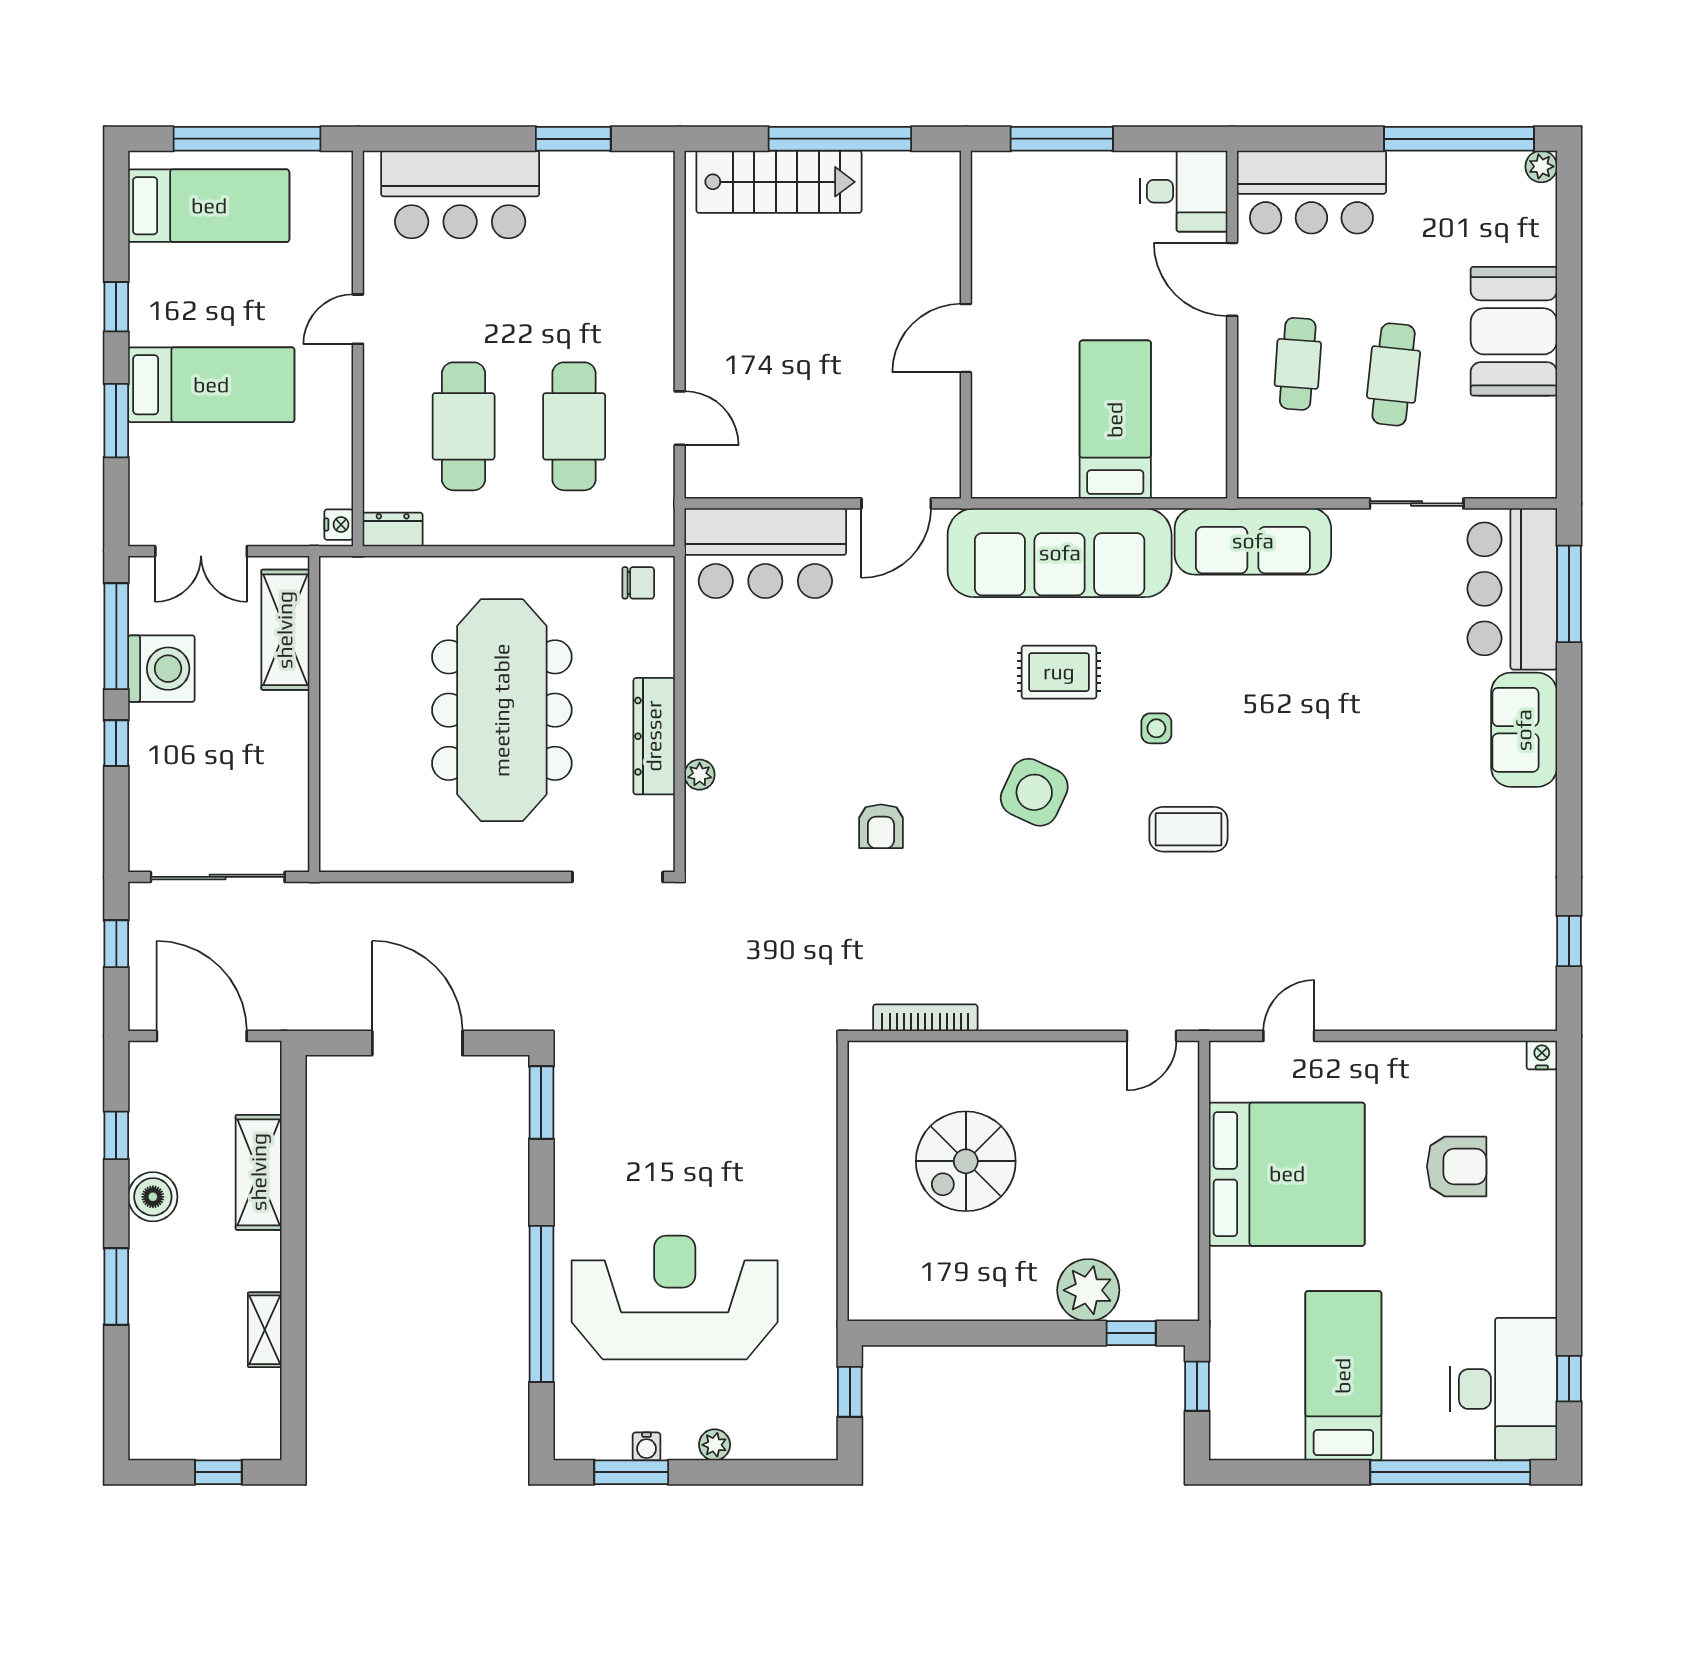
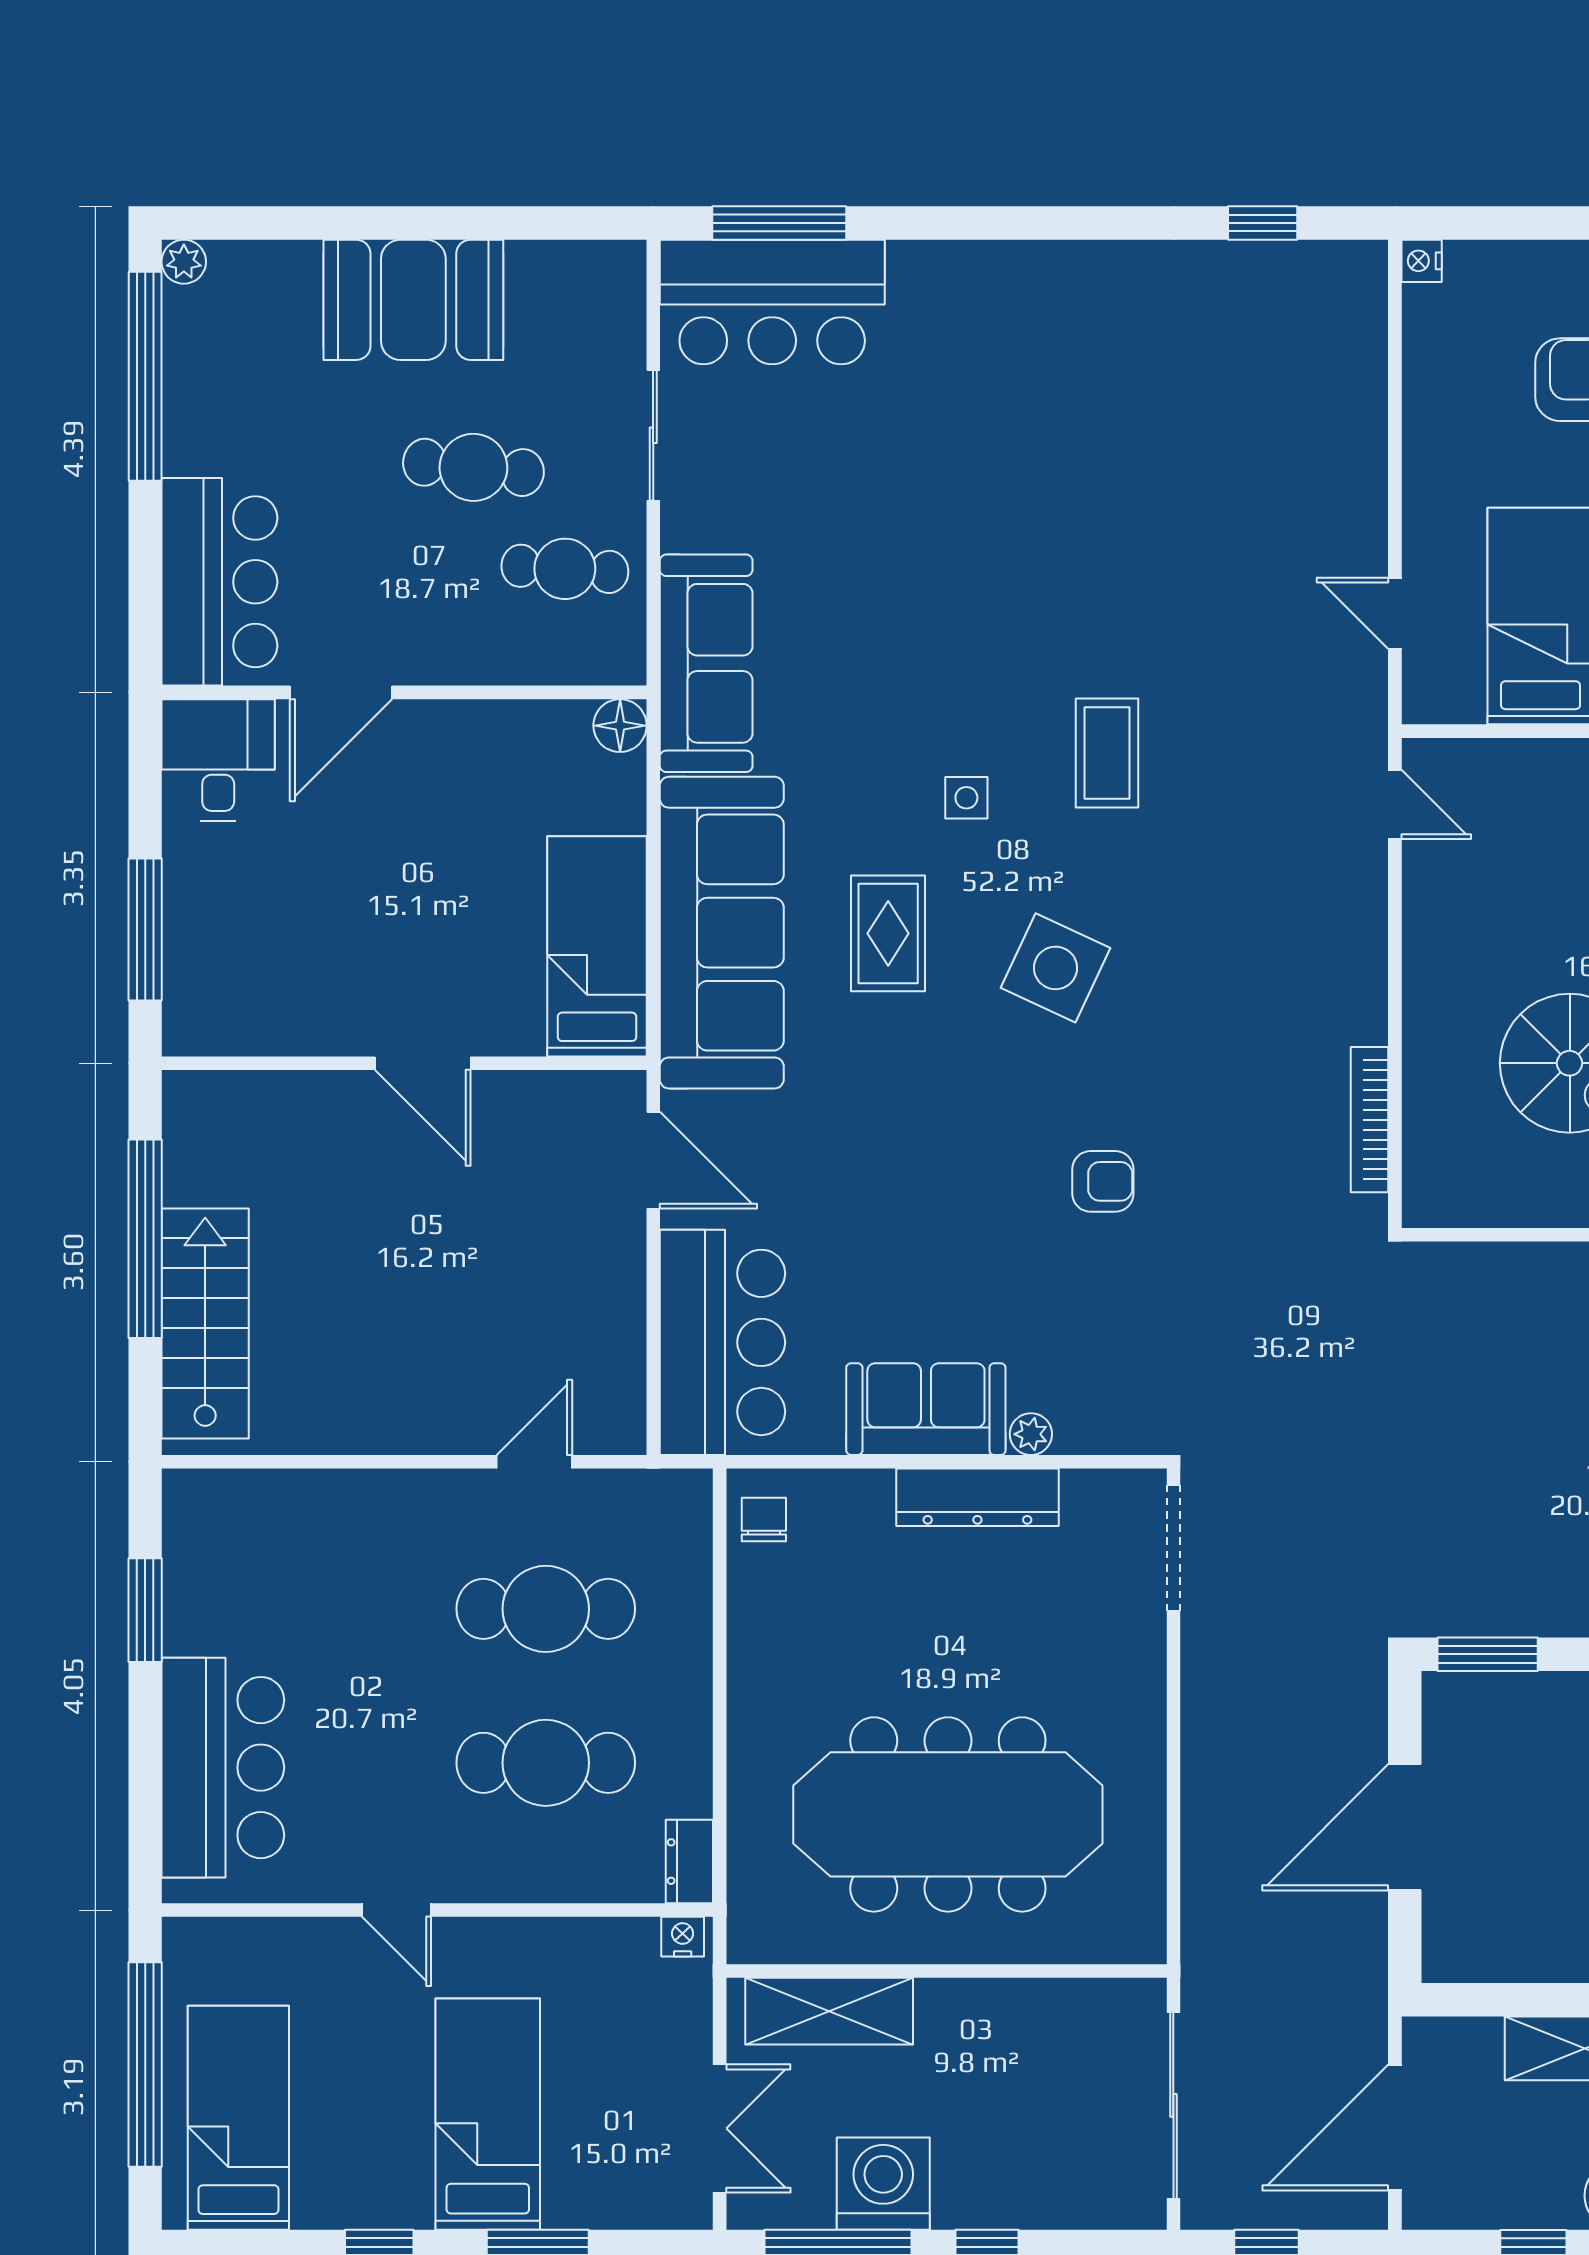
cafe table: (1298, 364) -> (565, 569), moved
bed: (1115, 420) -> (597, 946), moved, turned 90
floor lamp: (1208, 480) -> (620, 726), added
meeting table: (502, 710) -> (948, 1814), moved
sofa: (1524, 730) -> (926, 1409), moved, turned 180

